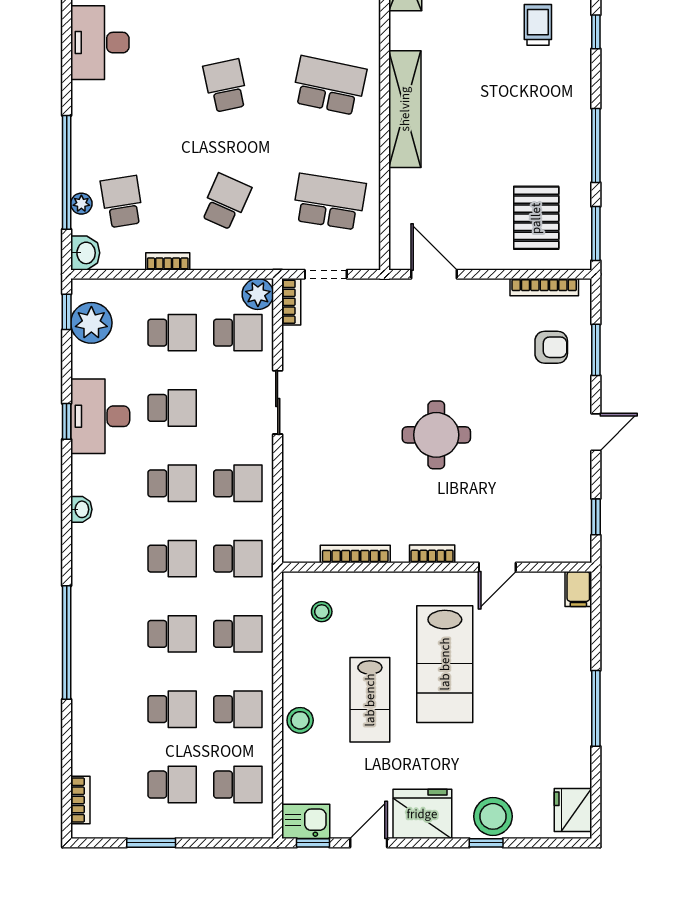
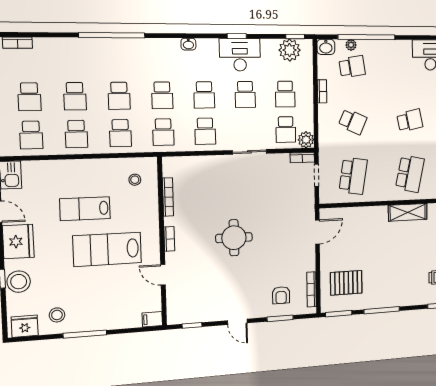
shelving: (405, 109) -> (408, 212), width x0.68
stool: (300, 720) -> (57, 315), moved

